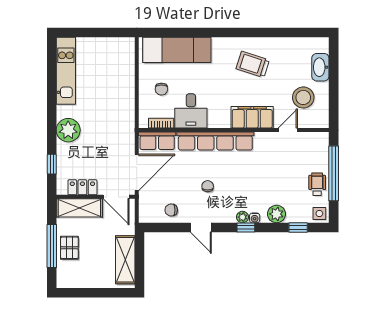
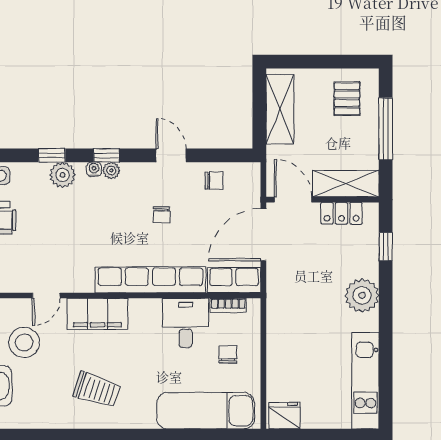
fridge: (122, 46) -> (284, 416), added
window: (298, 228) -> (52, 155), moved
pallet: (69, 248) -> (347, 99), moved

